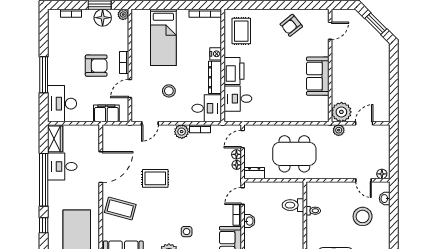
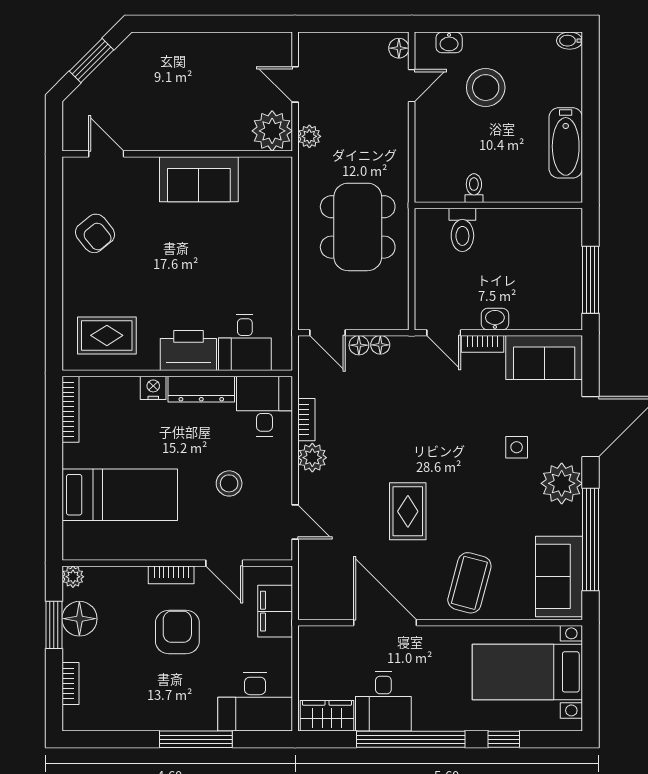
dresser: (254, 173) -> (397, 309), removed

